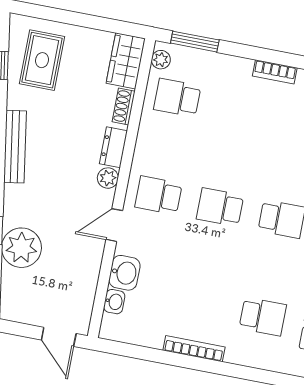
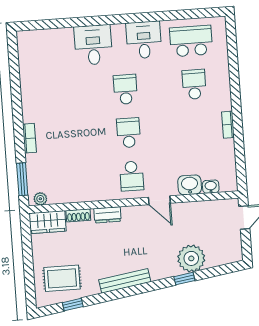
bookcase: (275, 72) -> (29, 138), moved
school desk: (177, 98) -> (63, 181), removed
plant: (108, 178) -> (129, 213), removed
school desk: (220, 207) -> (129, 133), turned 180
bookcase: (194, 349) -> (228, 125), width x0.64

